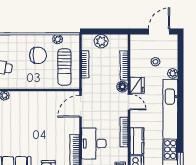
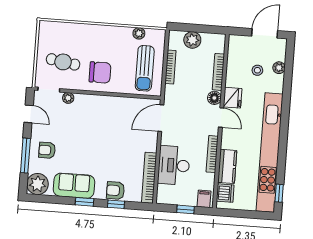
chair: (38, 55) -> (100, 72), moved
plant: (173, 73) -> (279, 68), moved

